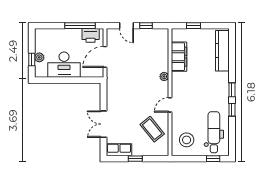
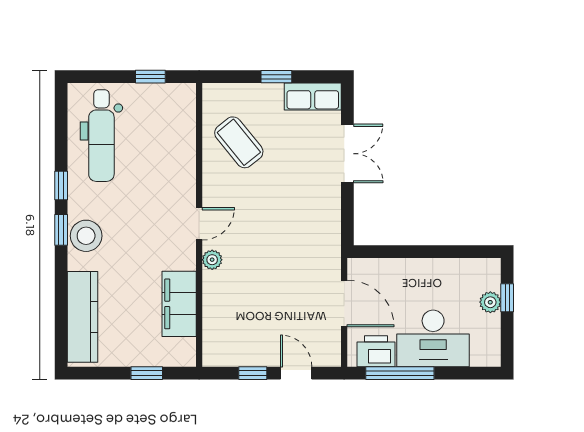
door: (105, 57) -> (344, 303), hinge flipped
desk: (64, 65) -> (433, 338), moved, turned 180
door: (170, 105) -> (199, 224), moved
stool: (187, 140) -> (86, 236), moved
window: (213, 159) -> (150, 77), moved

